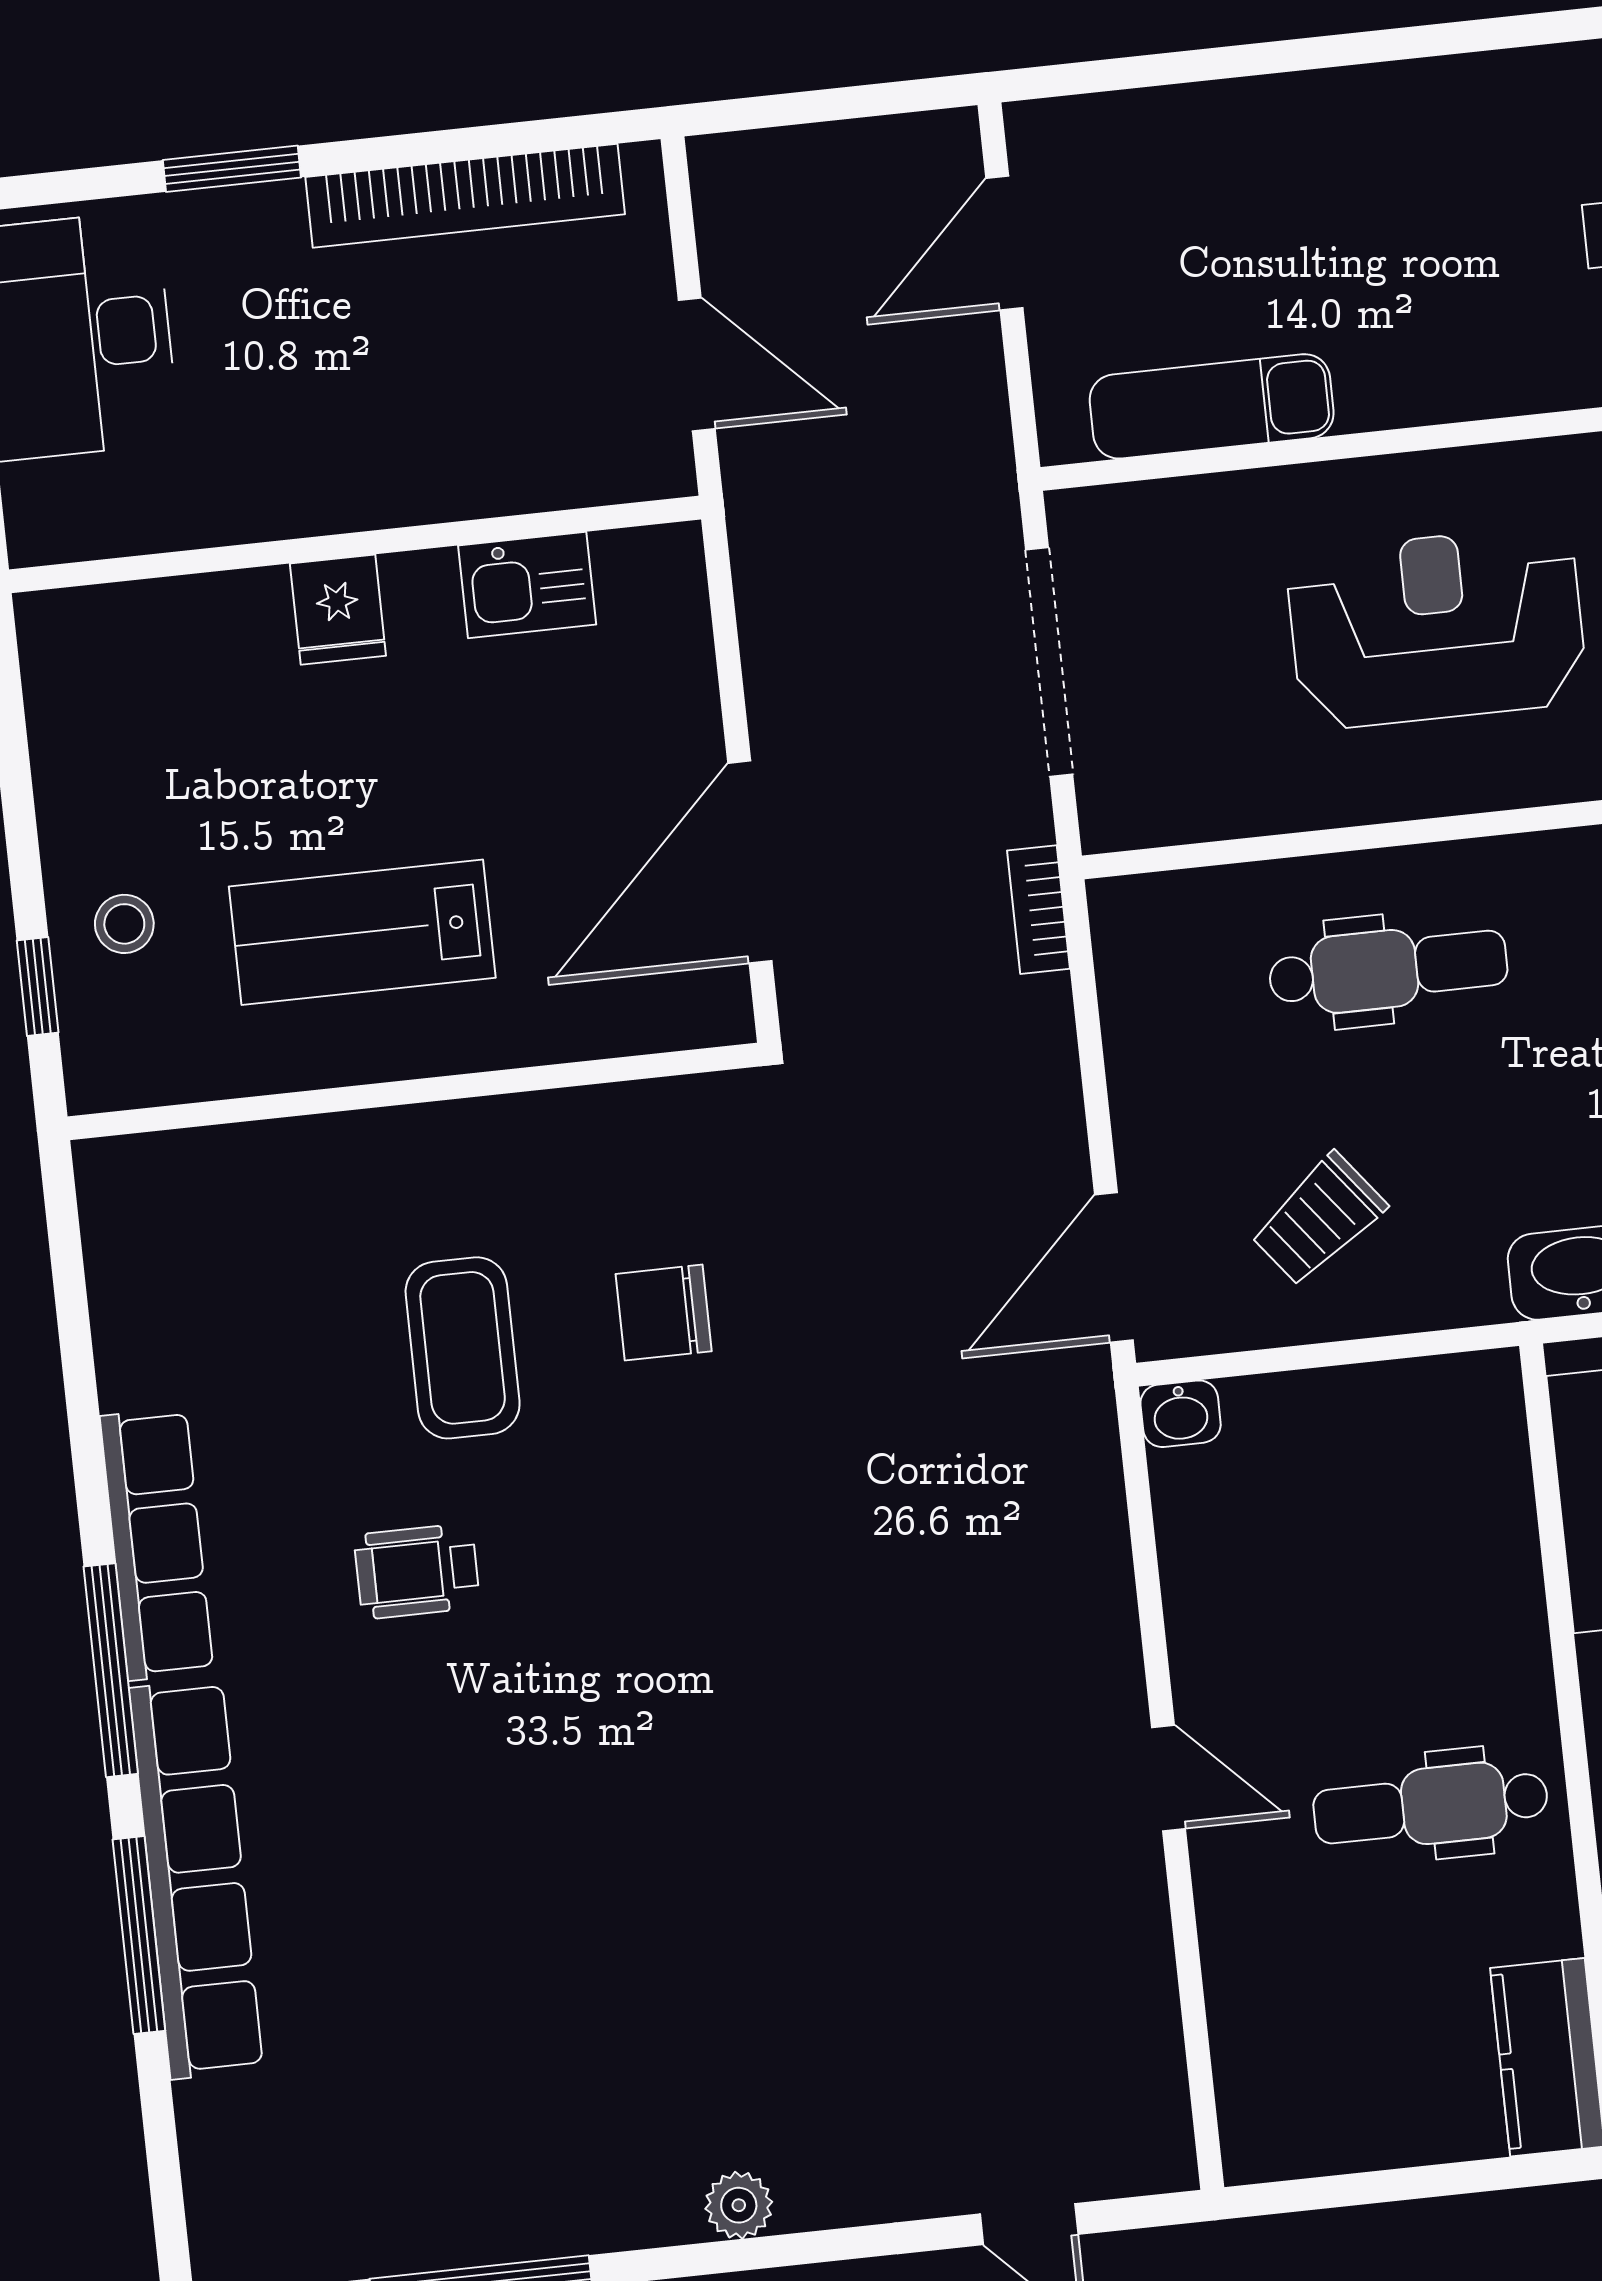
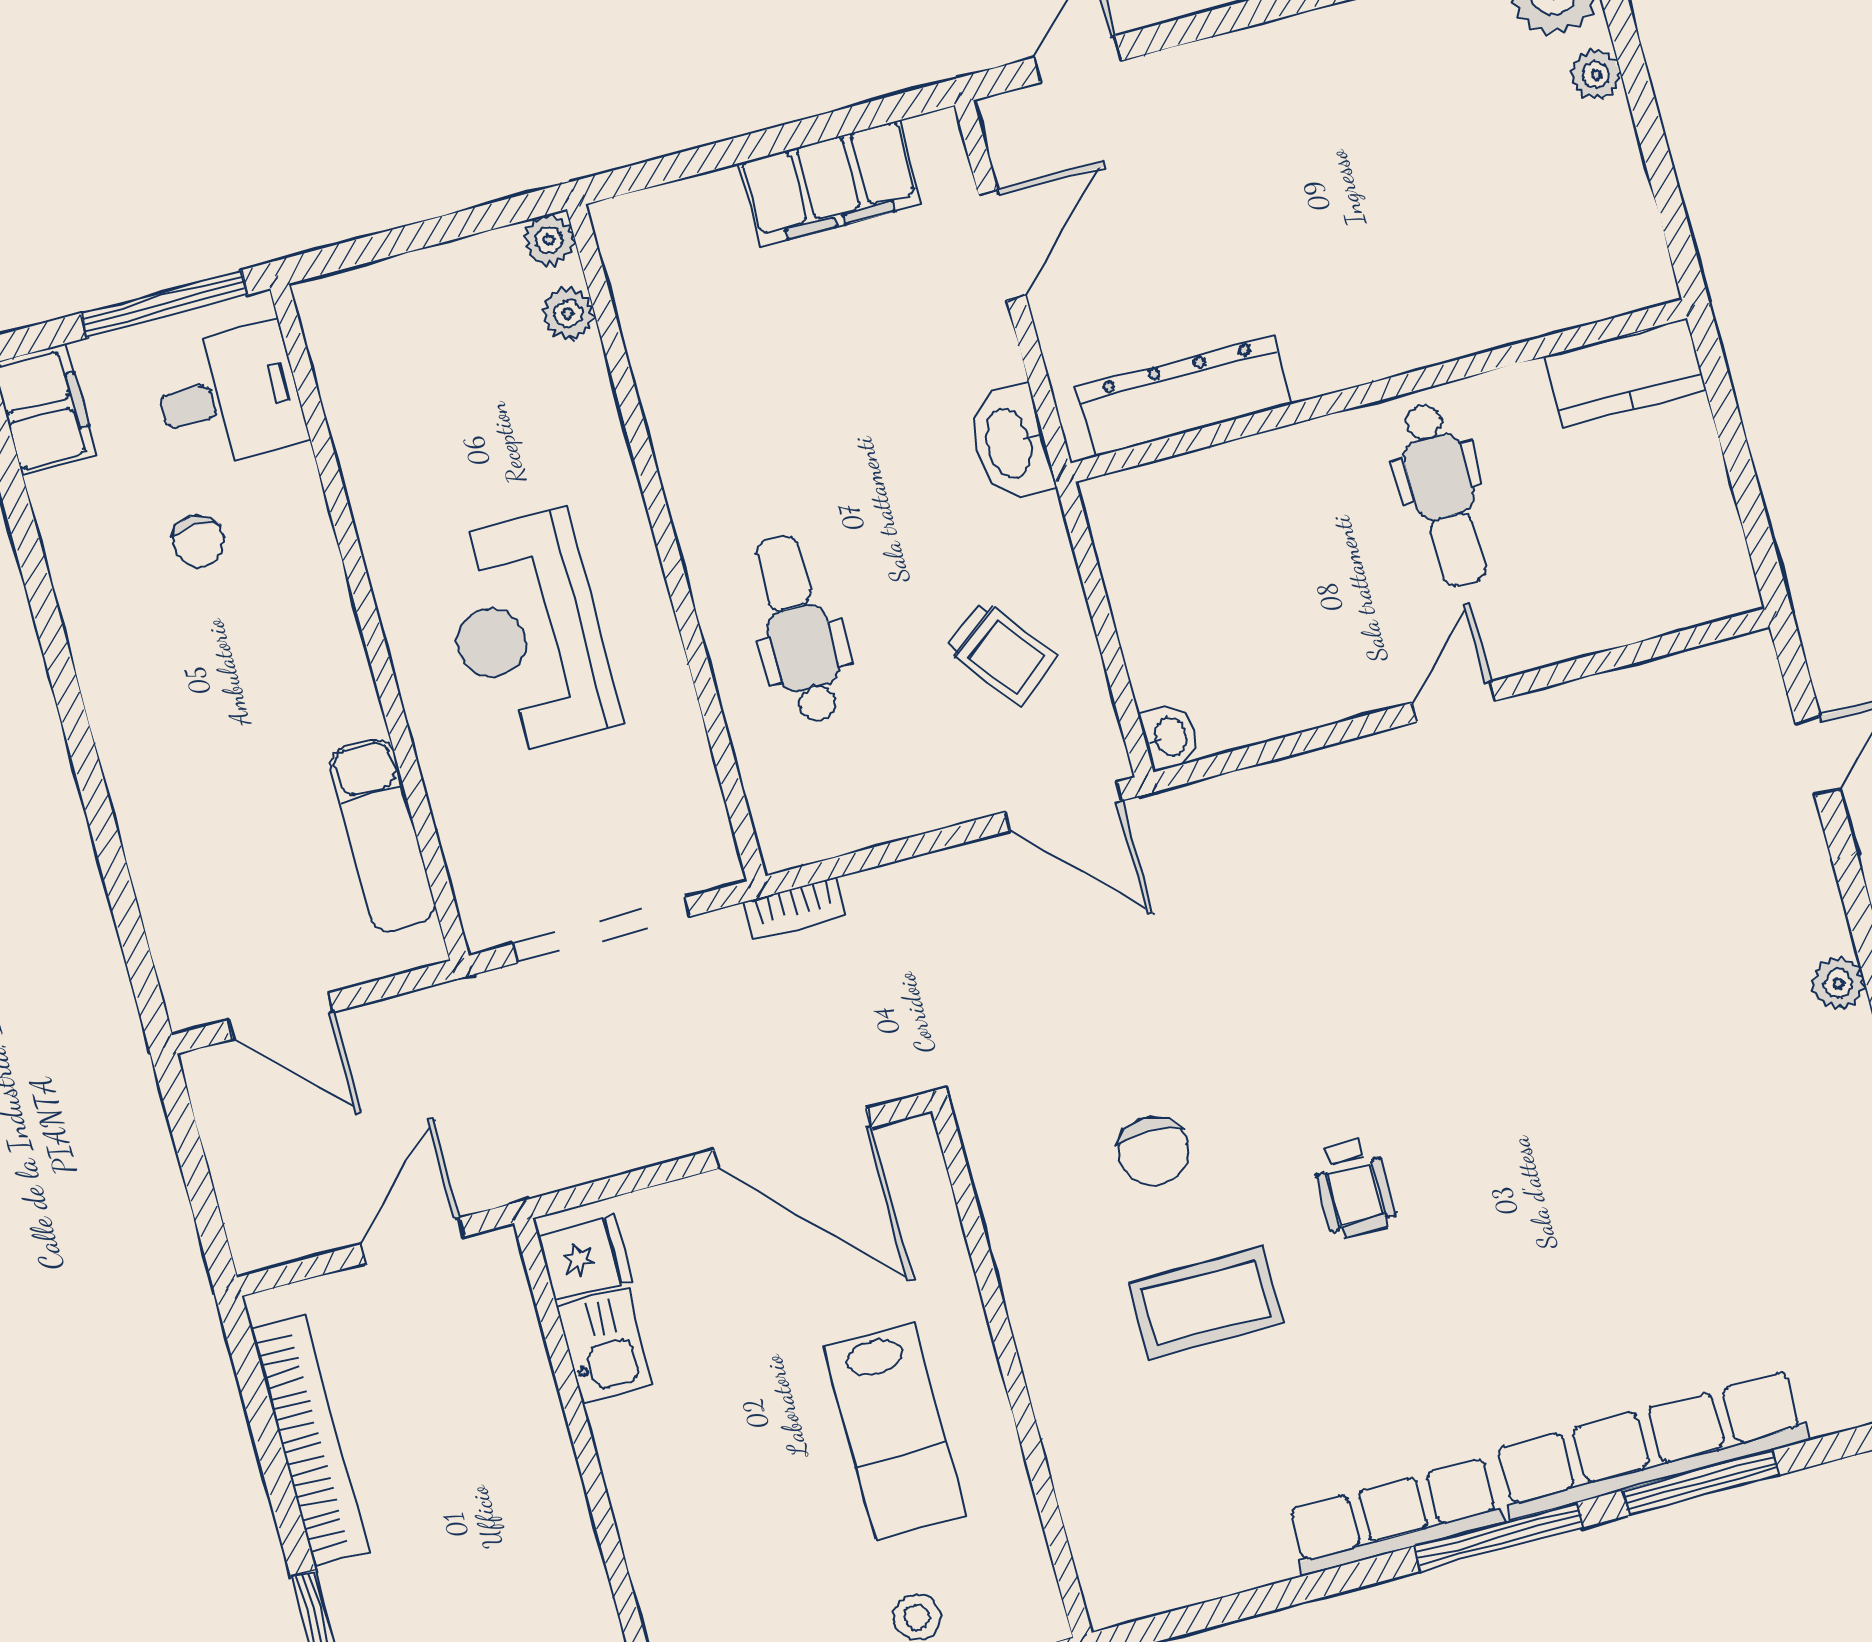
fridge: (338, 610) -> (585, 1258), moved
wheelchair: (417, 1571) -> (1354, 1188), moved

